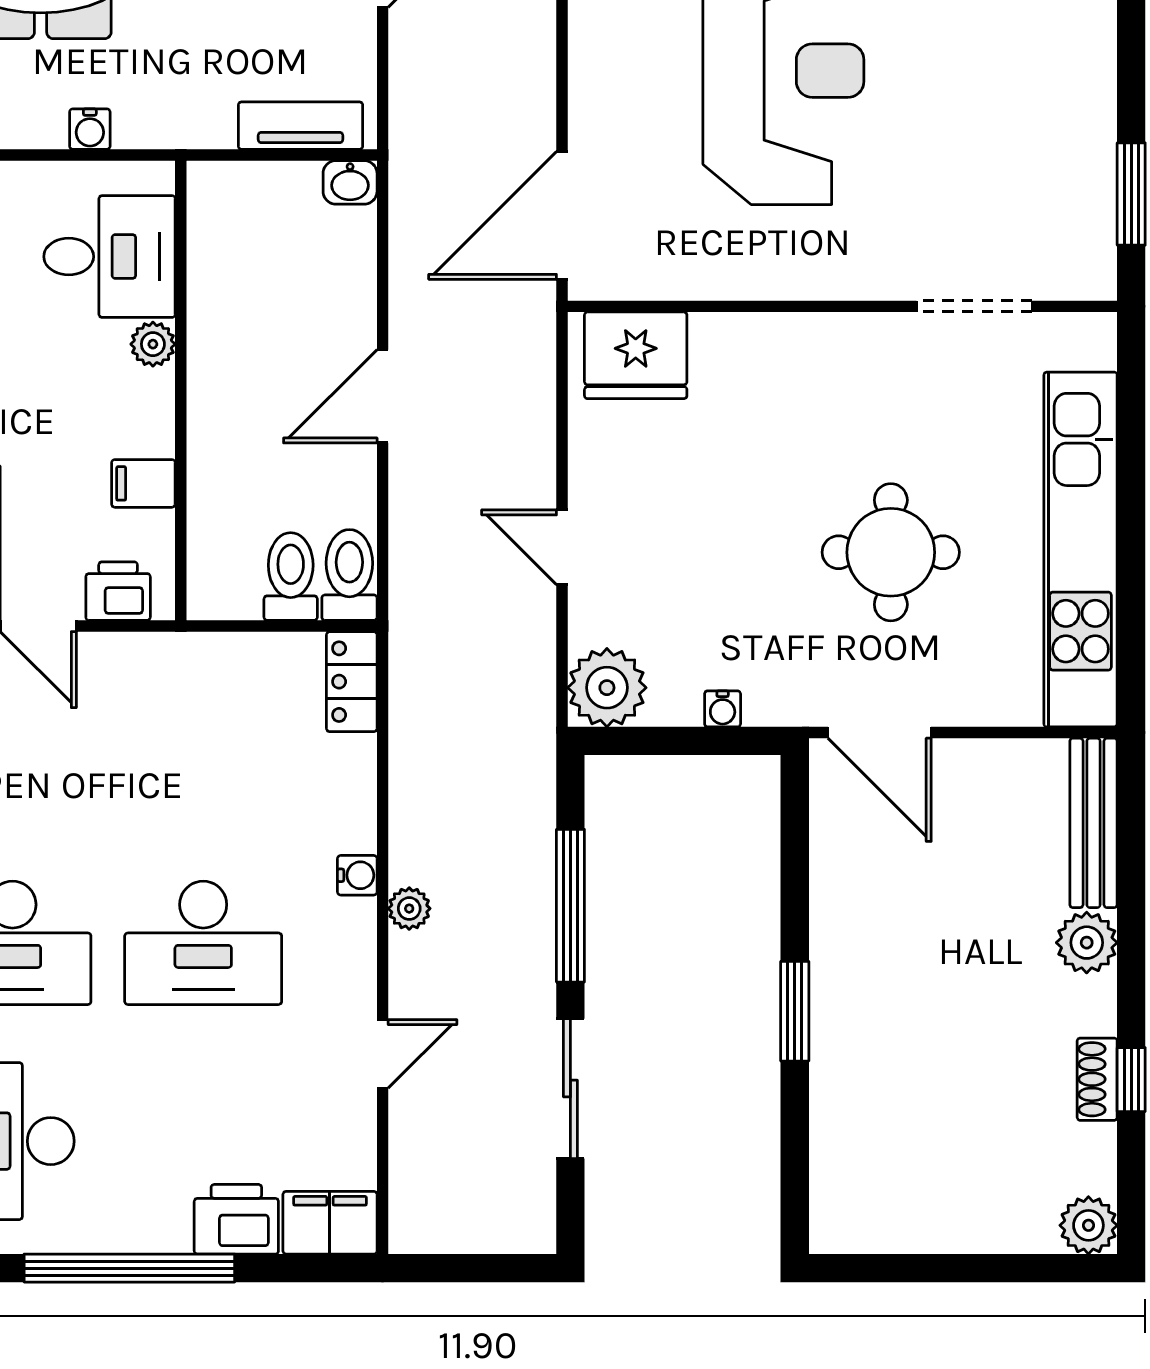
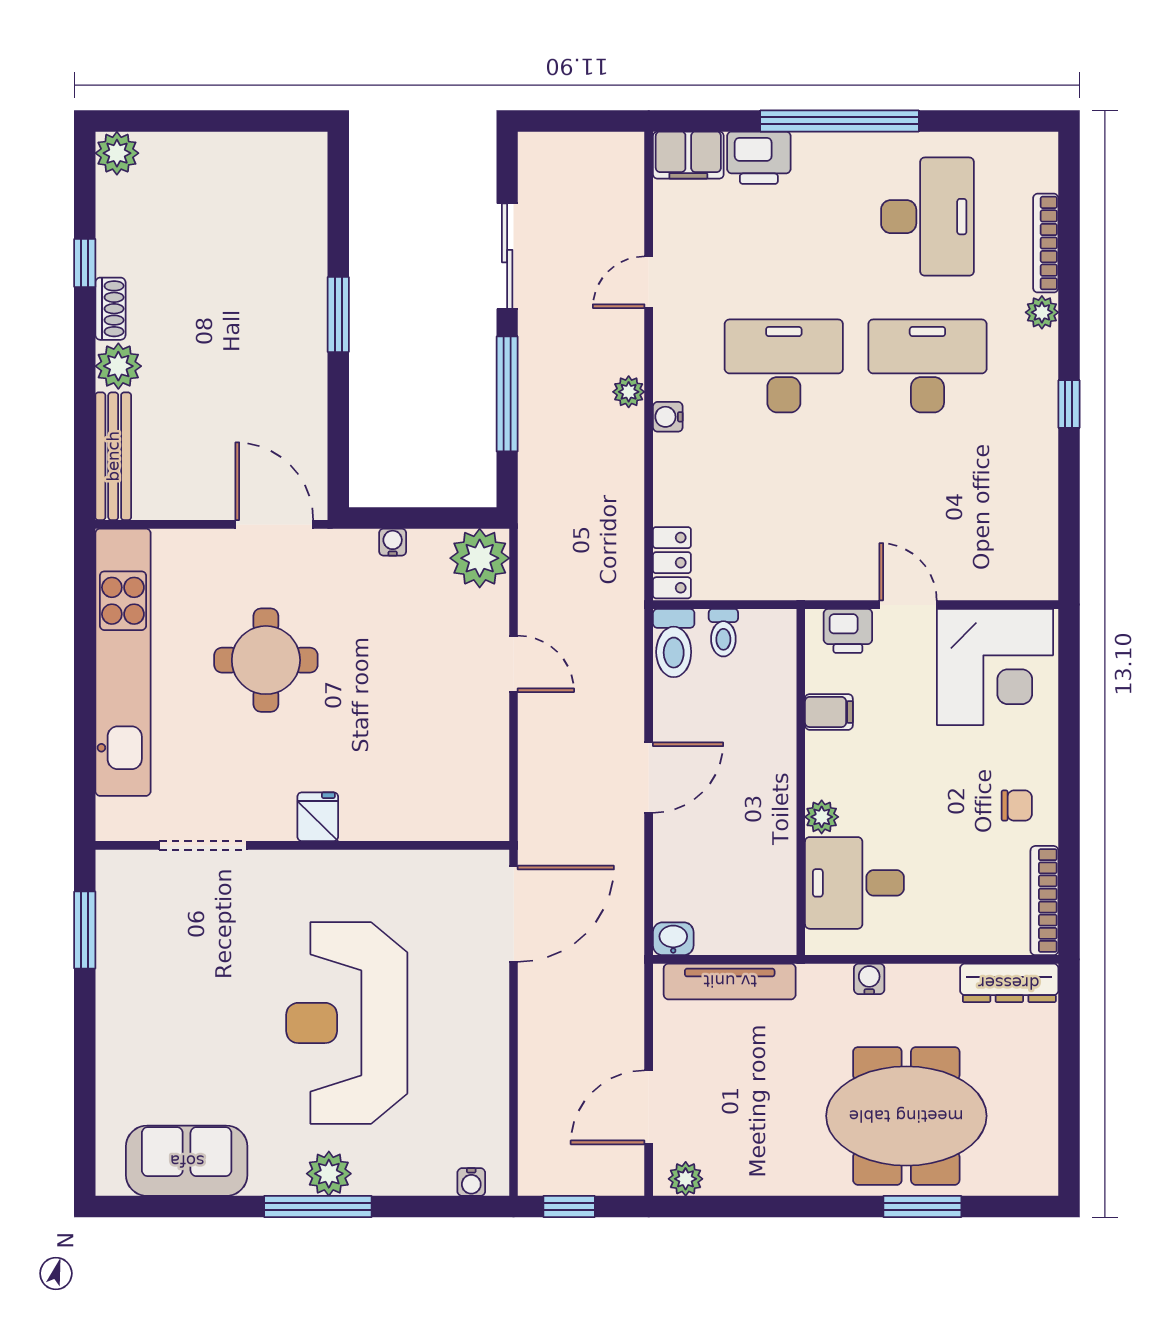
tv unit: (301, 126) -> (730, 981), width x1.41
fridge: (636, 355) -> (318, 817), moved, width x0.53, depth x0.75
toilet: (291, 577) -> (723, 633), width x0.73, depth x0.72
shoe rack: (1097, 1079) -> (110, 309), moved

